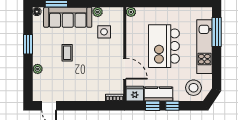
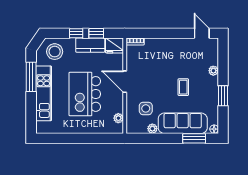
plant: (131, 12) -> (118, 118), moved
window: (217, 32) -> (31, 77), moved
kitchen island: (164, 46) -> (85, 94), turned 180
door: (125, 69) -> (125, 82), moved

